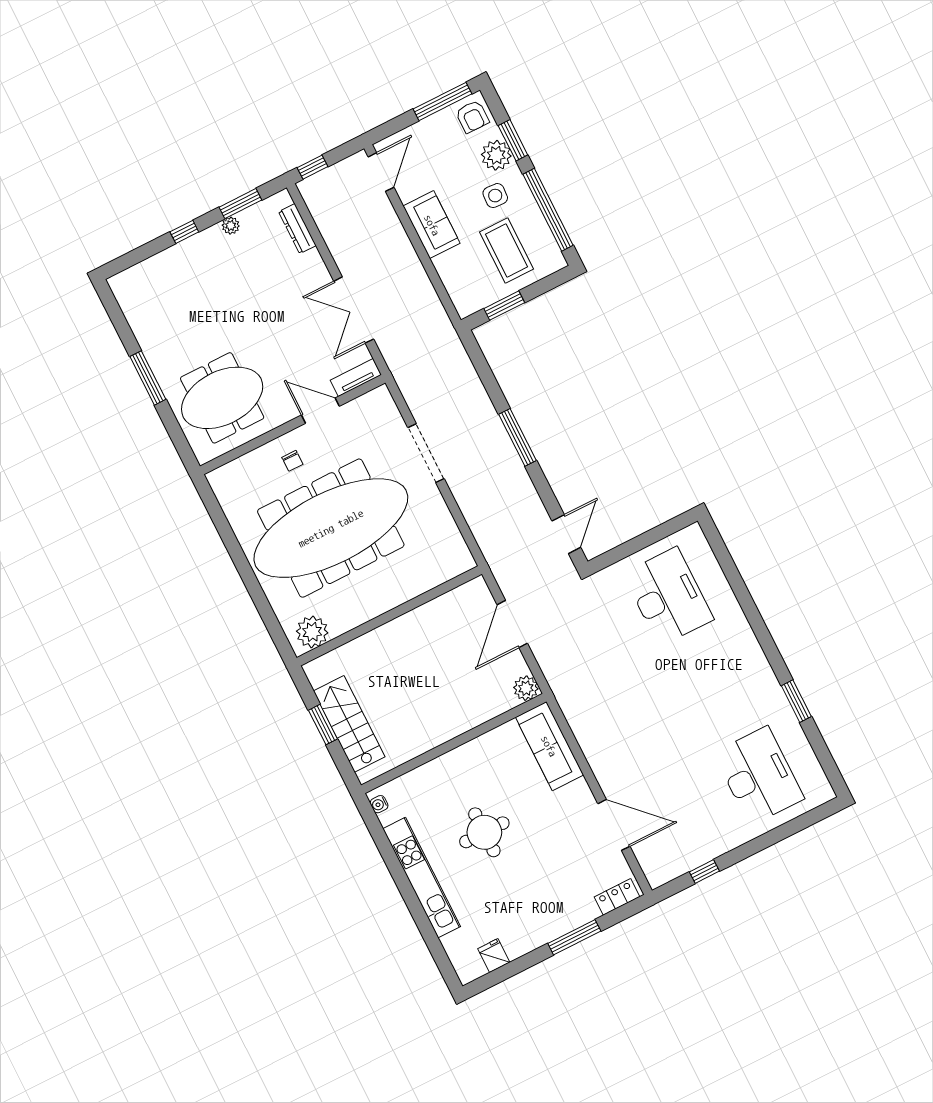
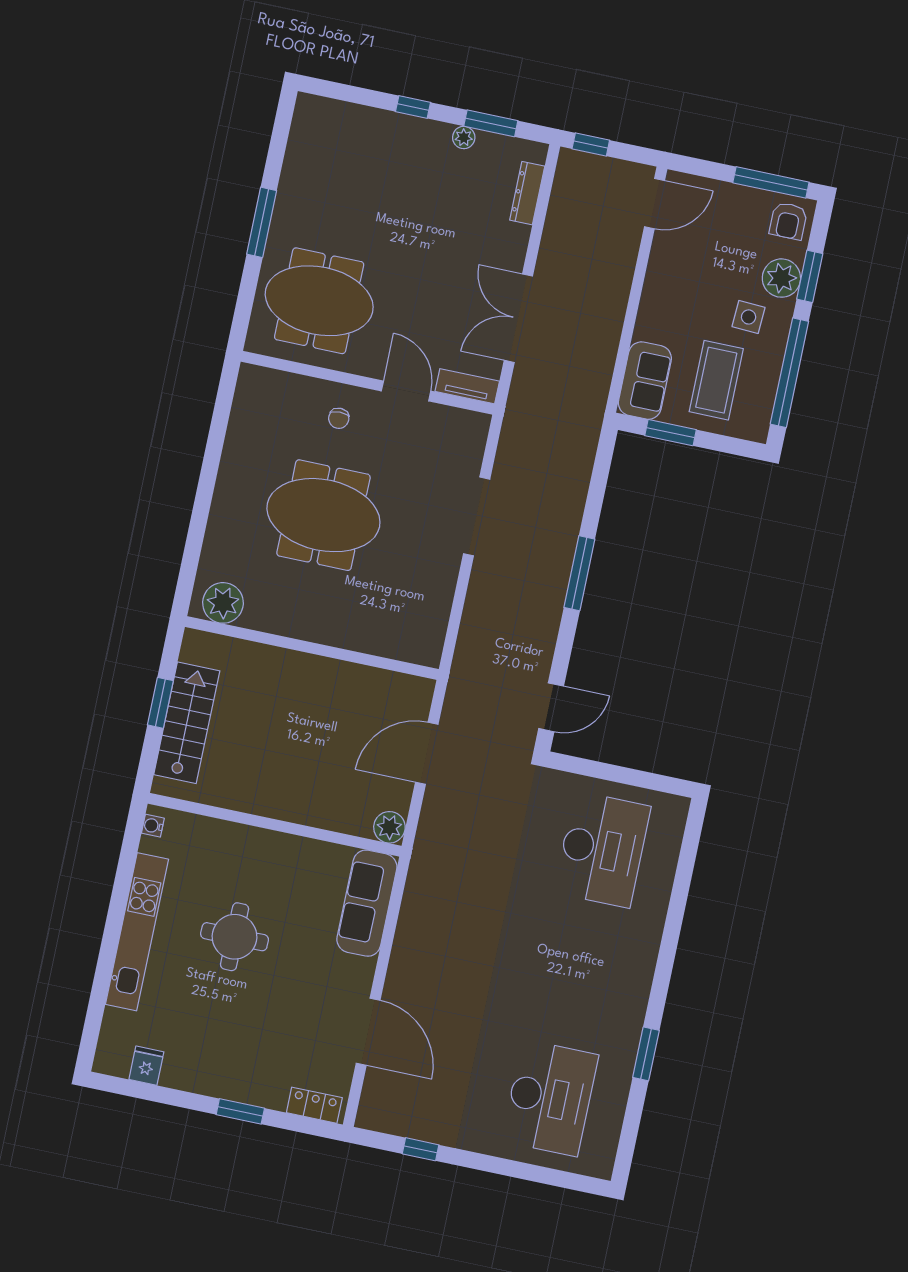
sofa: (432, 225) -> (645, 381), moved
meeting table: (331, 528) -> (323, 515), width x0.54, depth x0.79
window: (574, 937) -> (240, 1111), width x0.69

